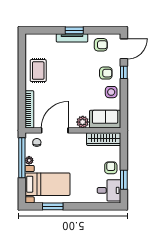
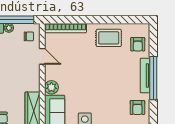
window: (74, 30) -> (153, 78), width x2.11
armchair: (106, 73) -> (138, 44), moved
door: (55, 130) -> (42, 56), width x0.53

